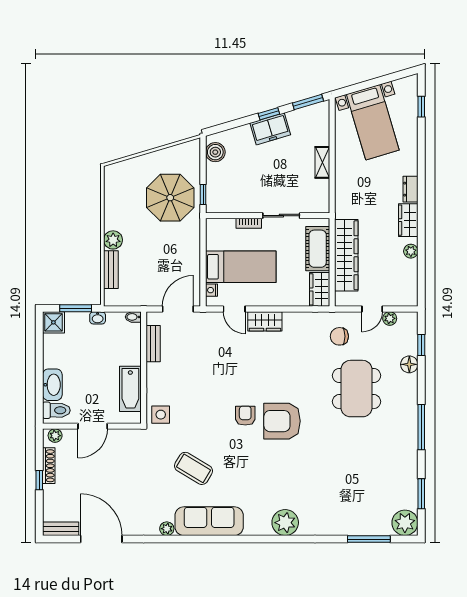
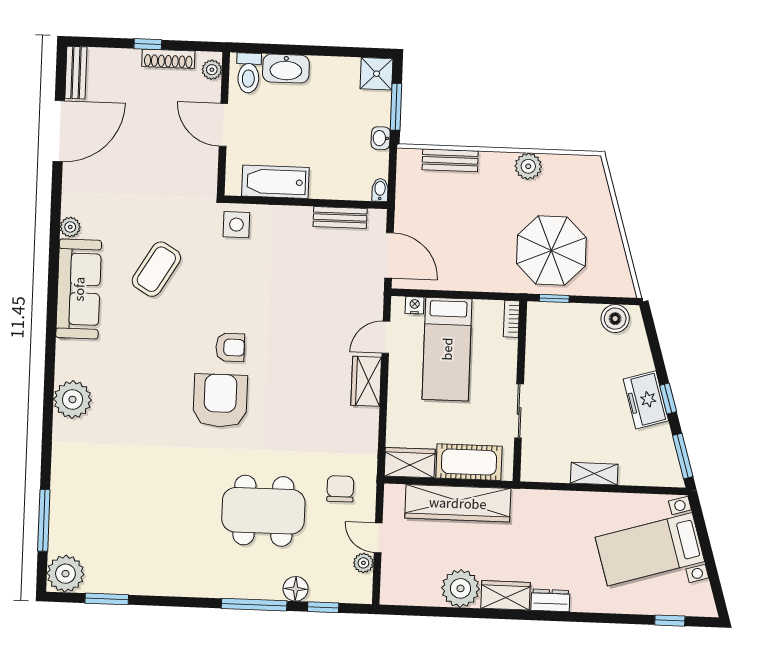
bookcase: (249, 223) -> (512, 319), moved
plant: (113, 240) -> (528, 166), moved
plant: (411, 251) -> (460, 588), width x1.87, depth x1.87
window: (421, 427) -> (254, 605), moved

